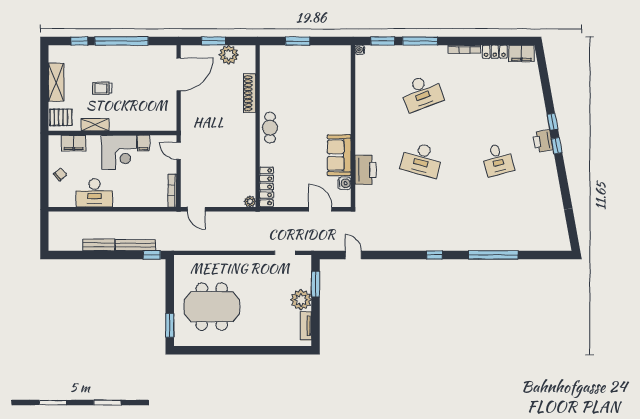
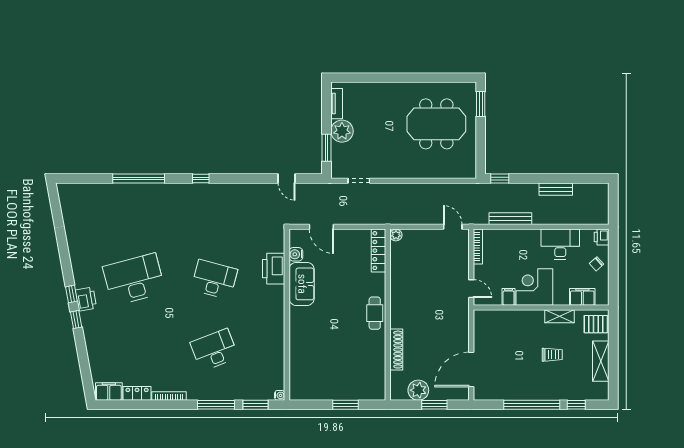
desk: (498, 160) -> (134, 279), width x1.87, depth x1.30
printer: (55, 200) -> (602, 237), added
bench: (136, 245) -> (510, 219), moved

